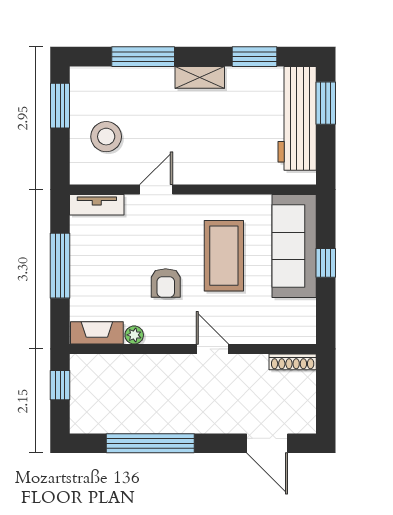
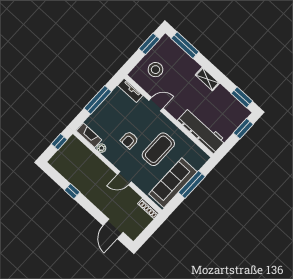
window: (143, 57) -> (185, 45), moved
window: (255, 57) -> (242, 97), moved
workbench: (297, 118) -> (201, 131), moved, turned 90
sofa: (294, 246) -> (173, 183), moved
window: (326, 263) -> (192, 185), width x2.17
door: (212, 349) -> (124, 178), swing flipped
window: (150, 443) -> (72, 191), width x0.32

